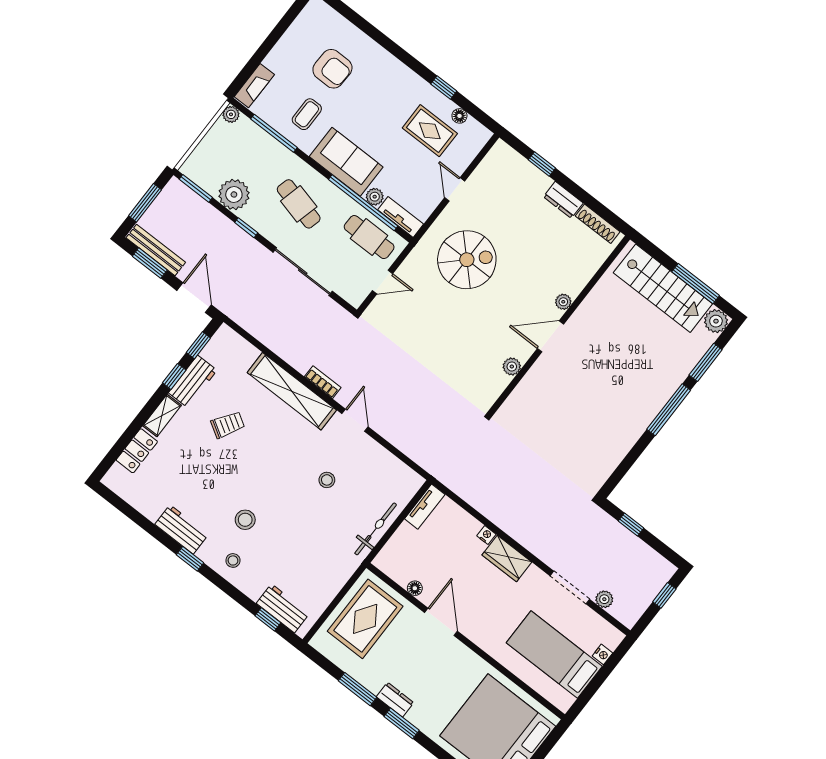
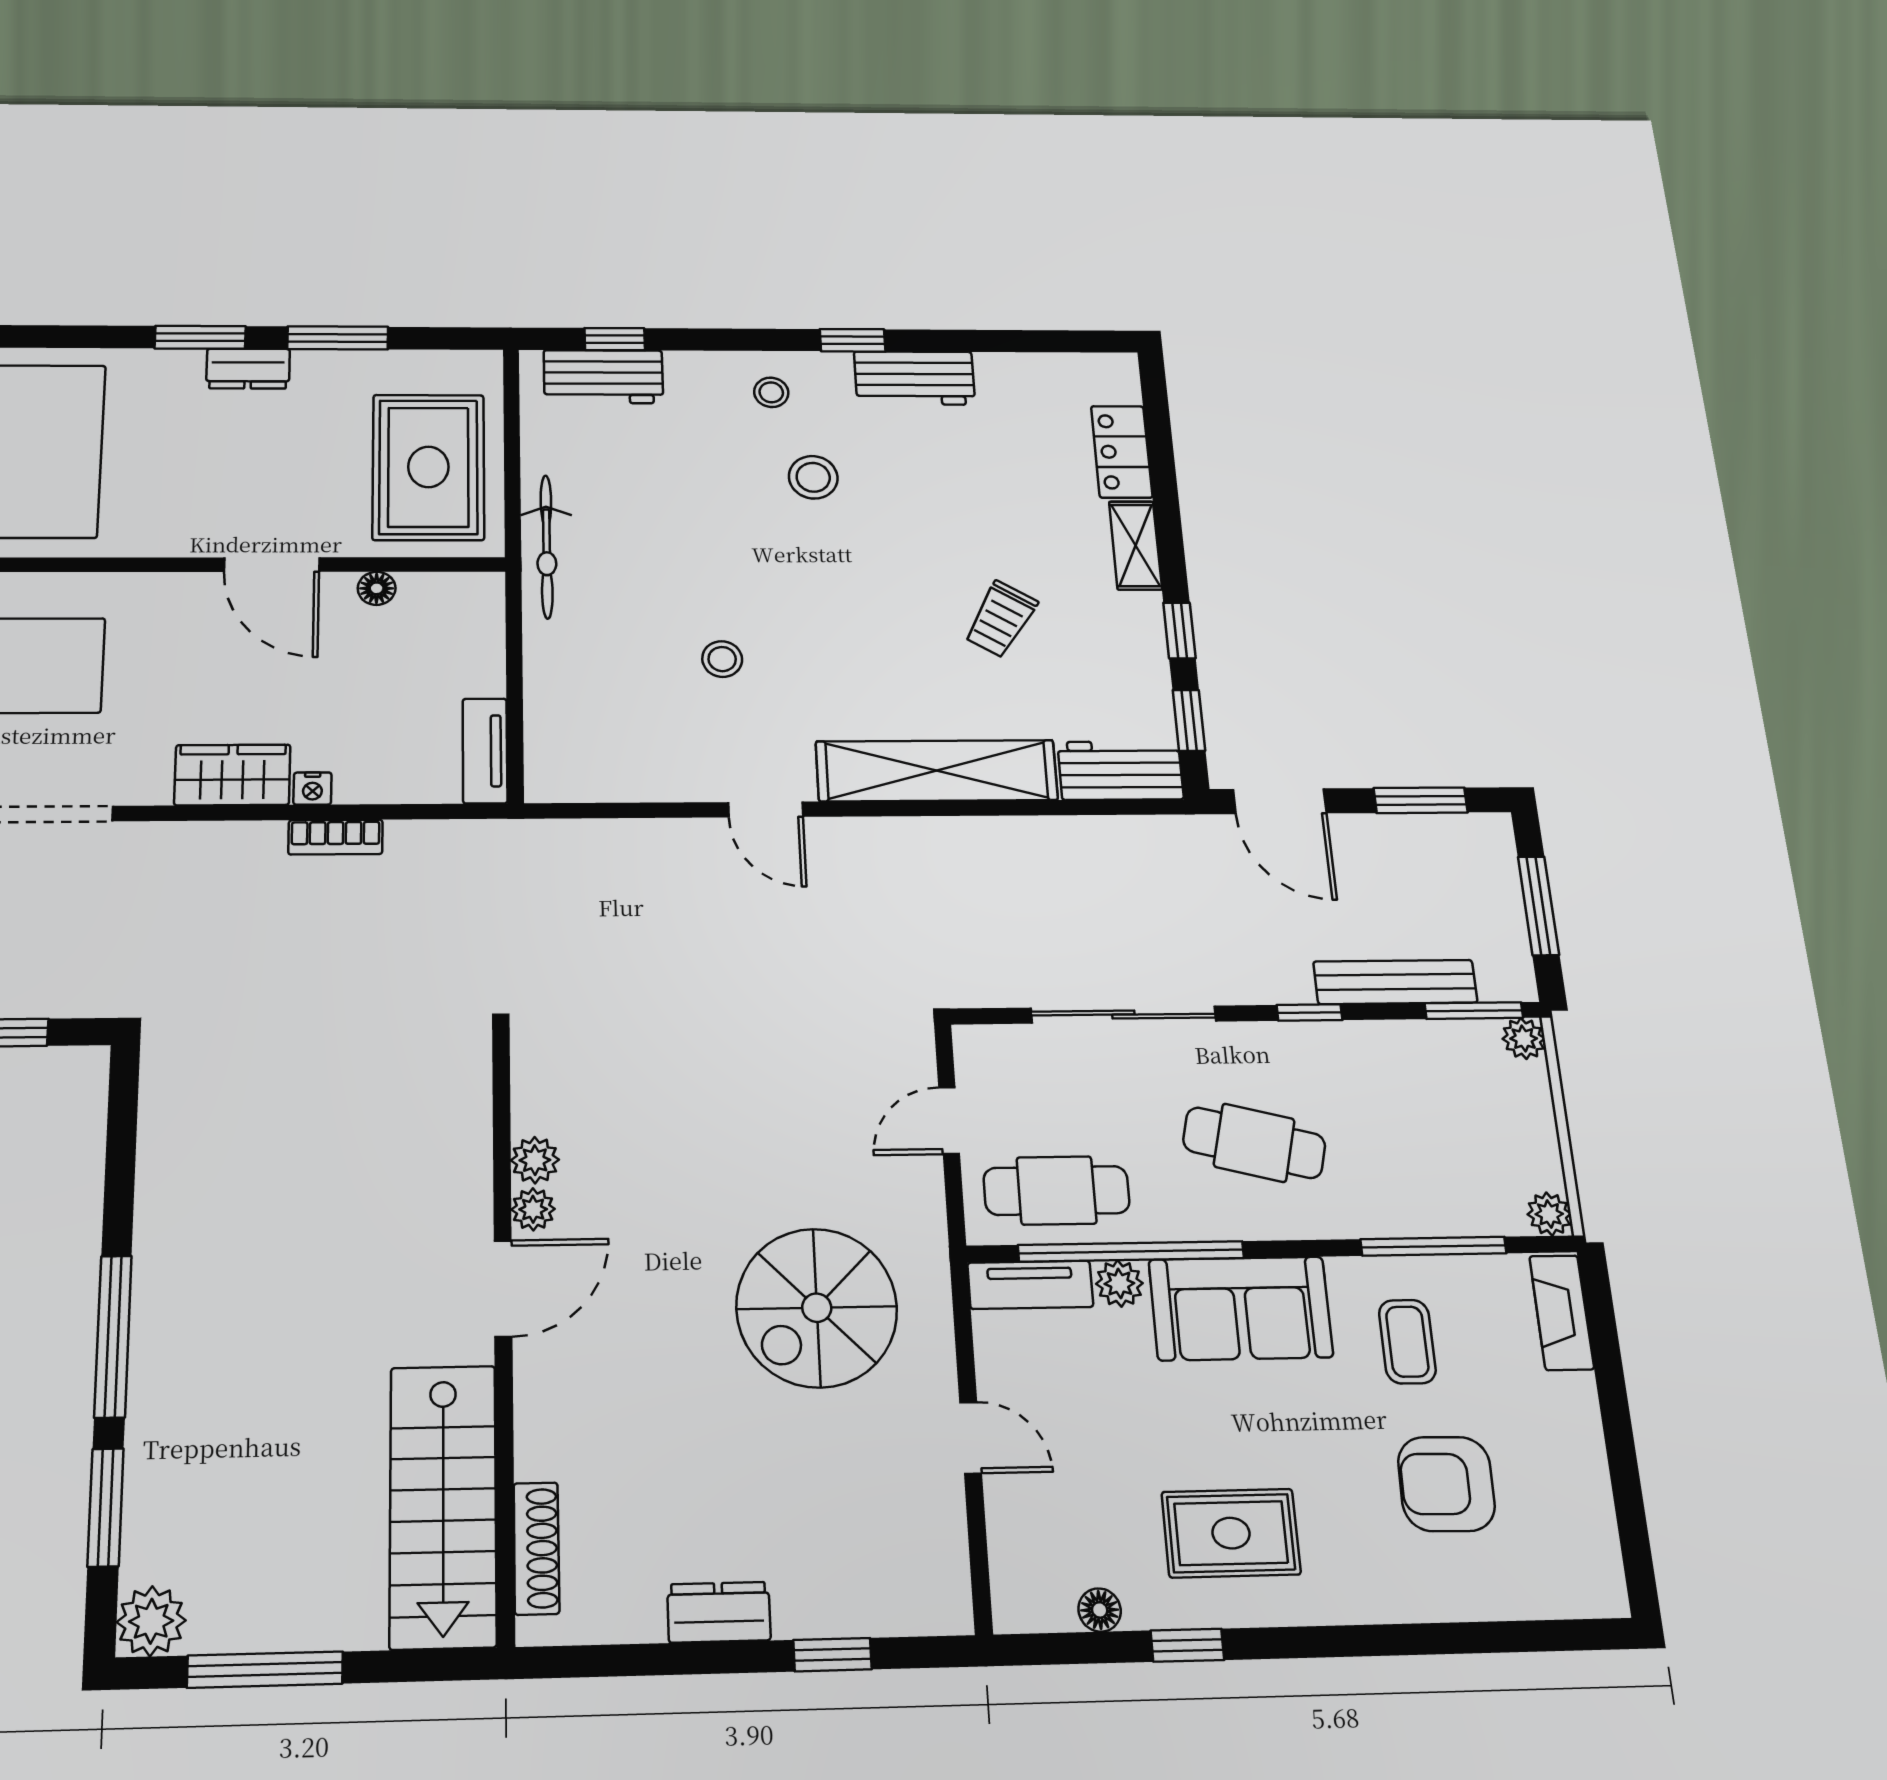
rug: (430, 131) -> (1231, 1533), moved
plant: (234, 194) -> (1524, 1039), moved, width x0.53, depth x0.53
shoe rack: (598, 224) -> (536, 1548), moved, turned 90
bench: (156, 250) -> (1395, 982), moved
stairs: (663, 288) -> (443, 1506), moved, turned -90
plant: (563, 302) -> (533, 1209), moved
workbench: (193, 381) -> (1120, 770), moved, turned 90
bookcase: (323, 382) -> (336, 837), moved
bicycle: (376, 529) -> (547, 546), moved

